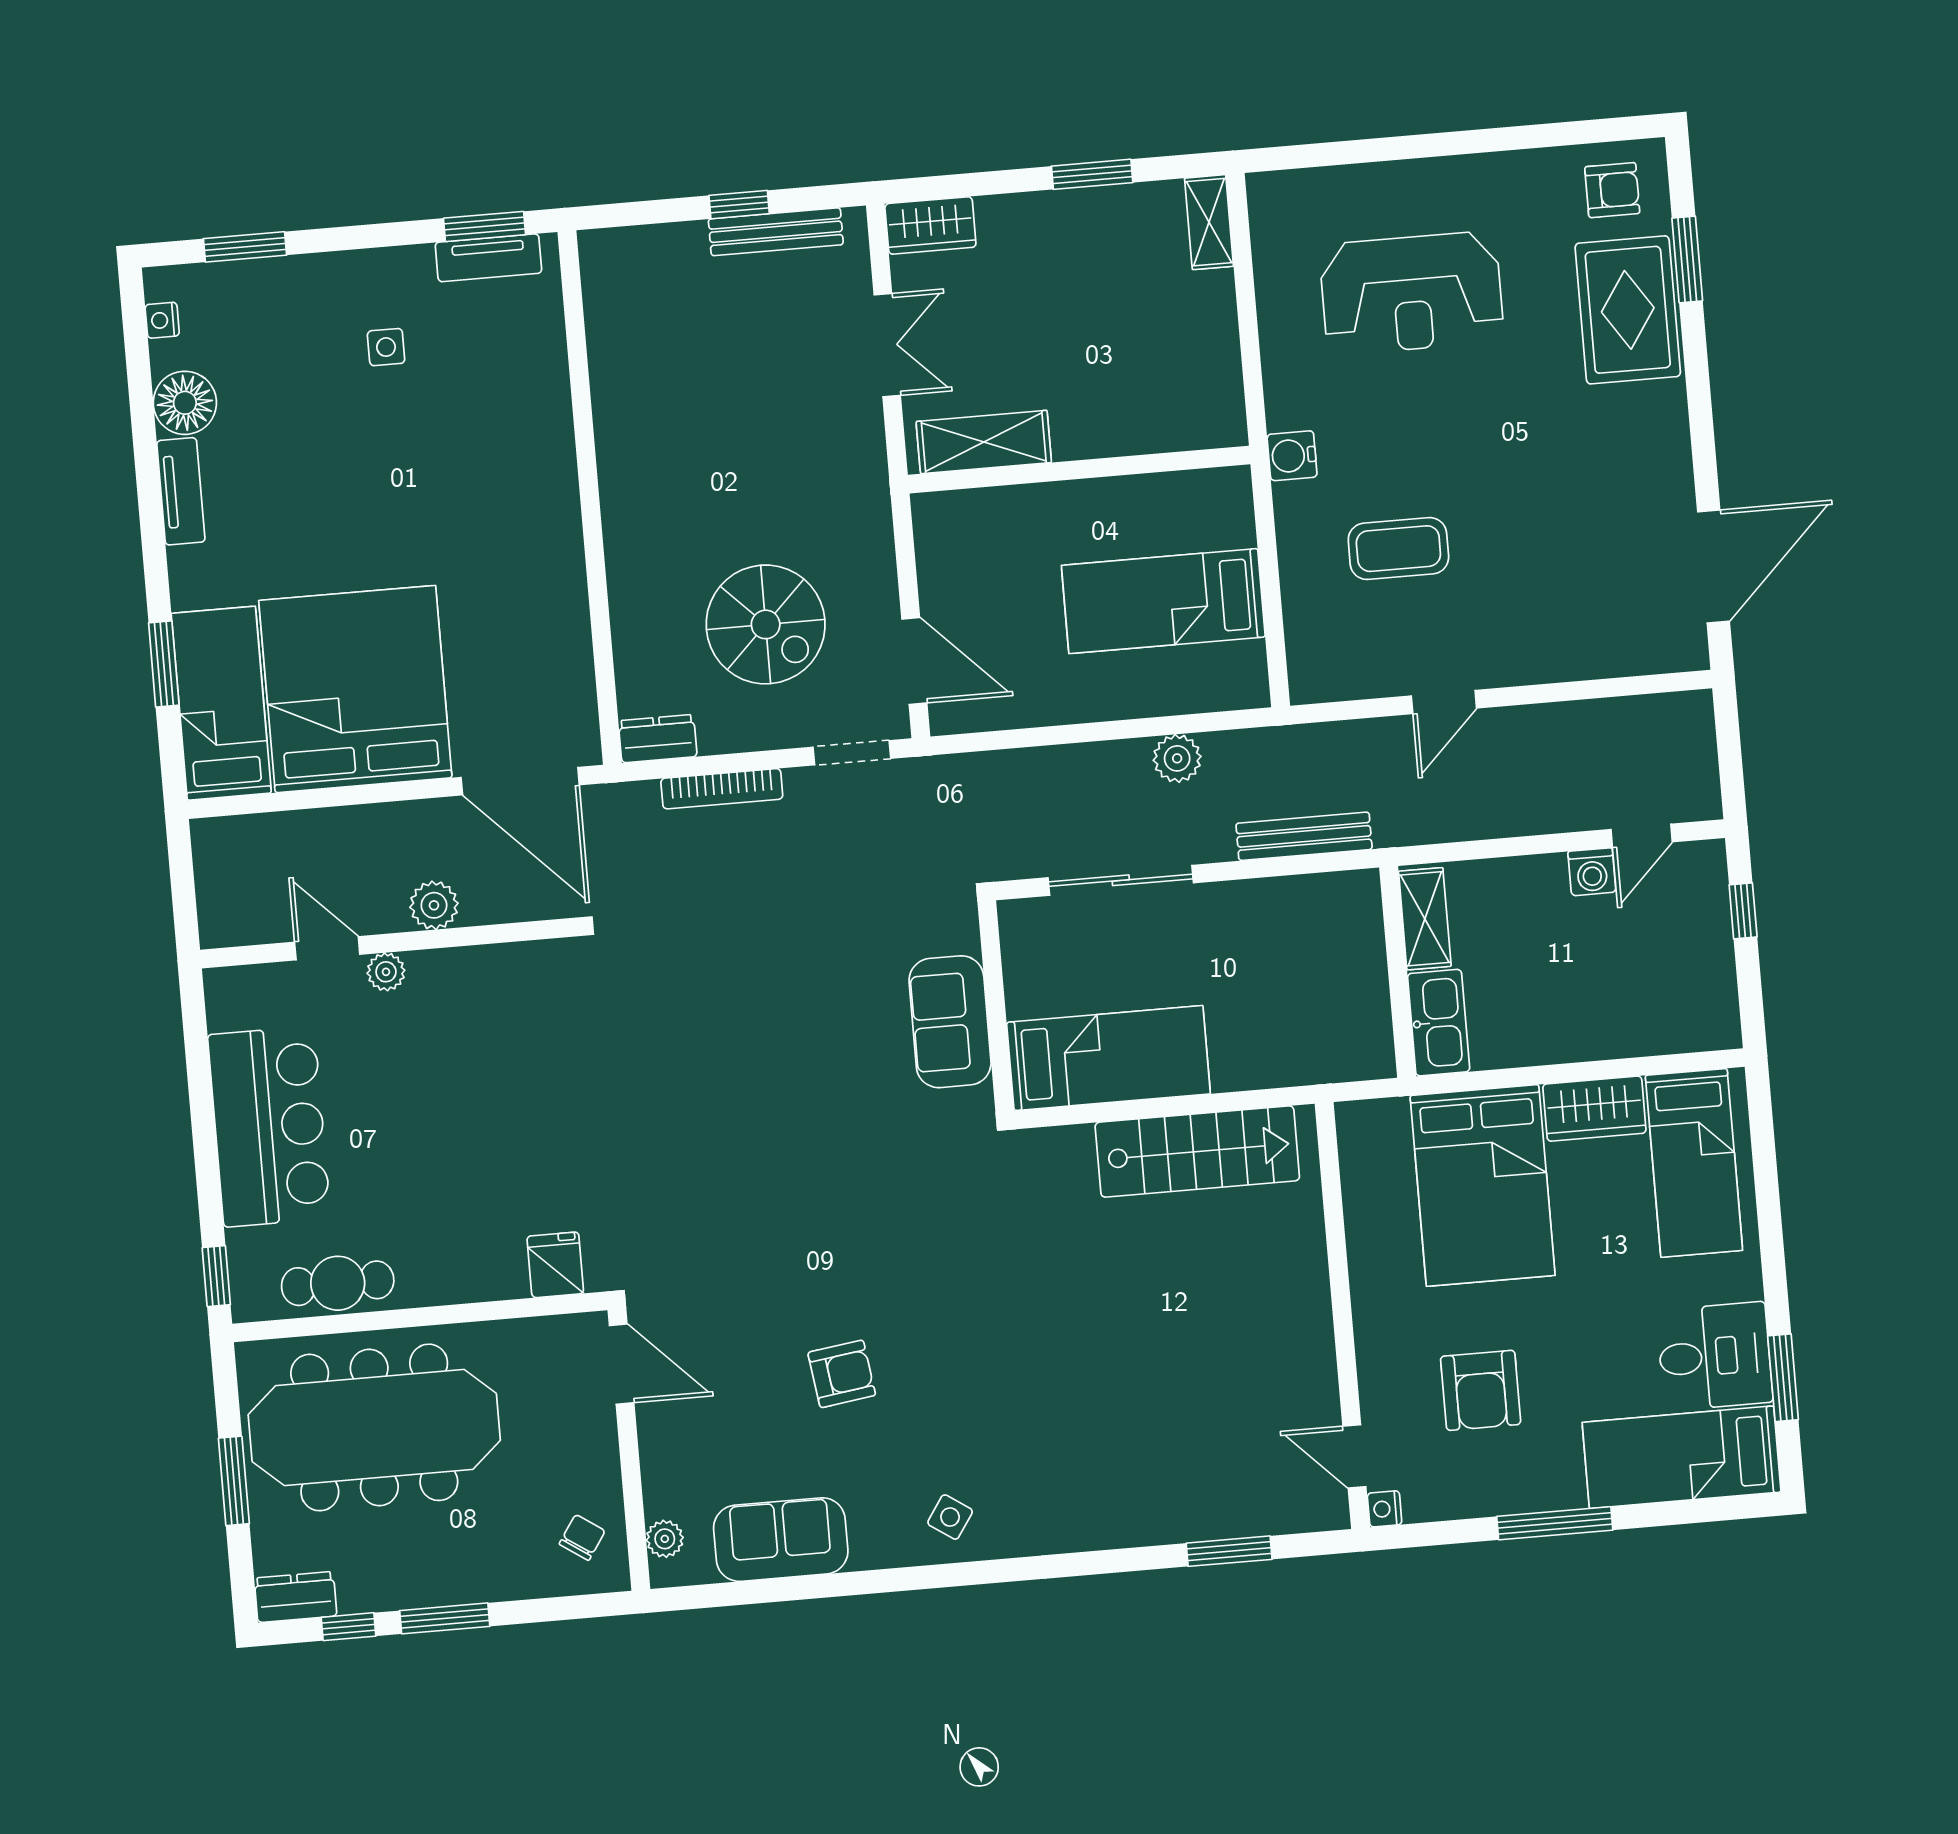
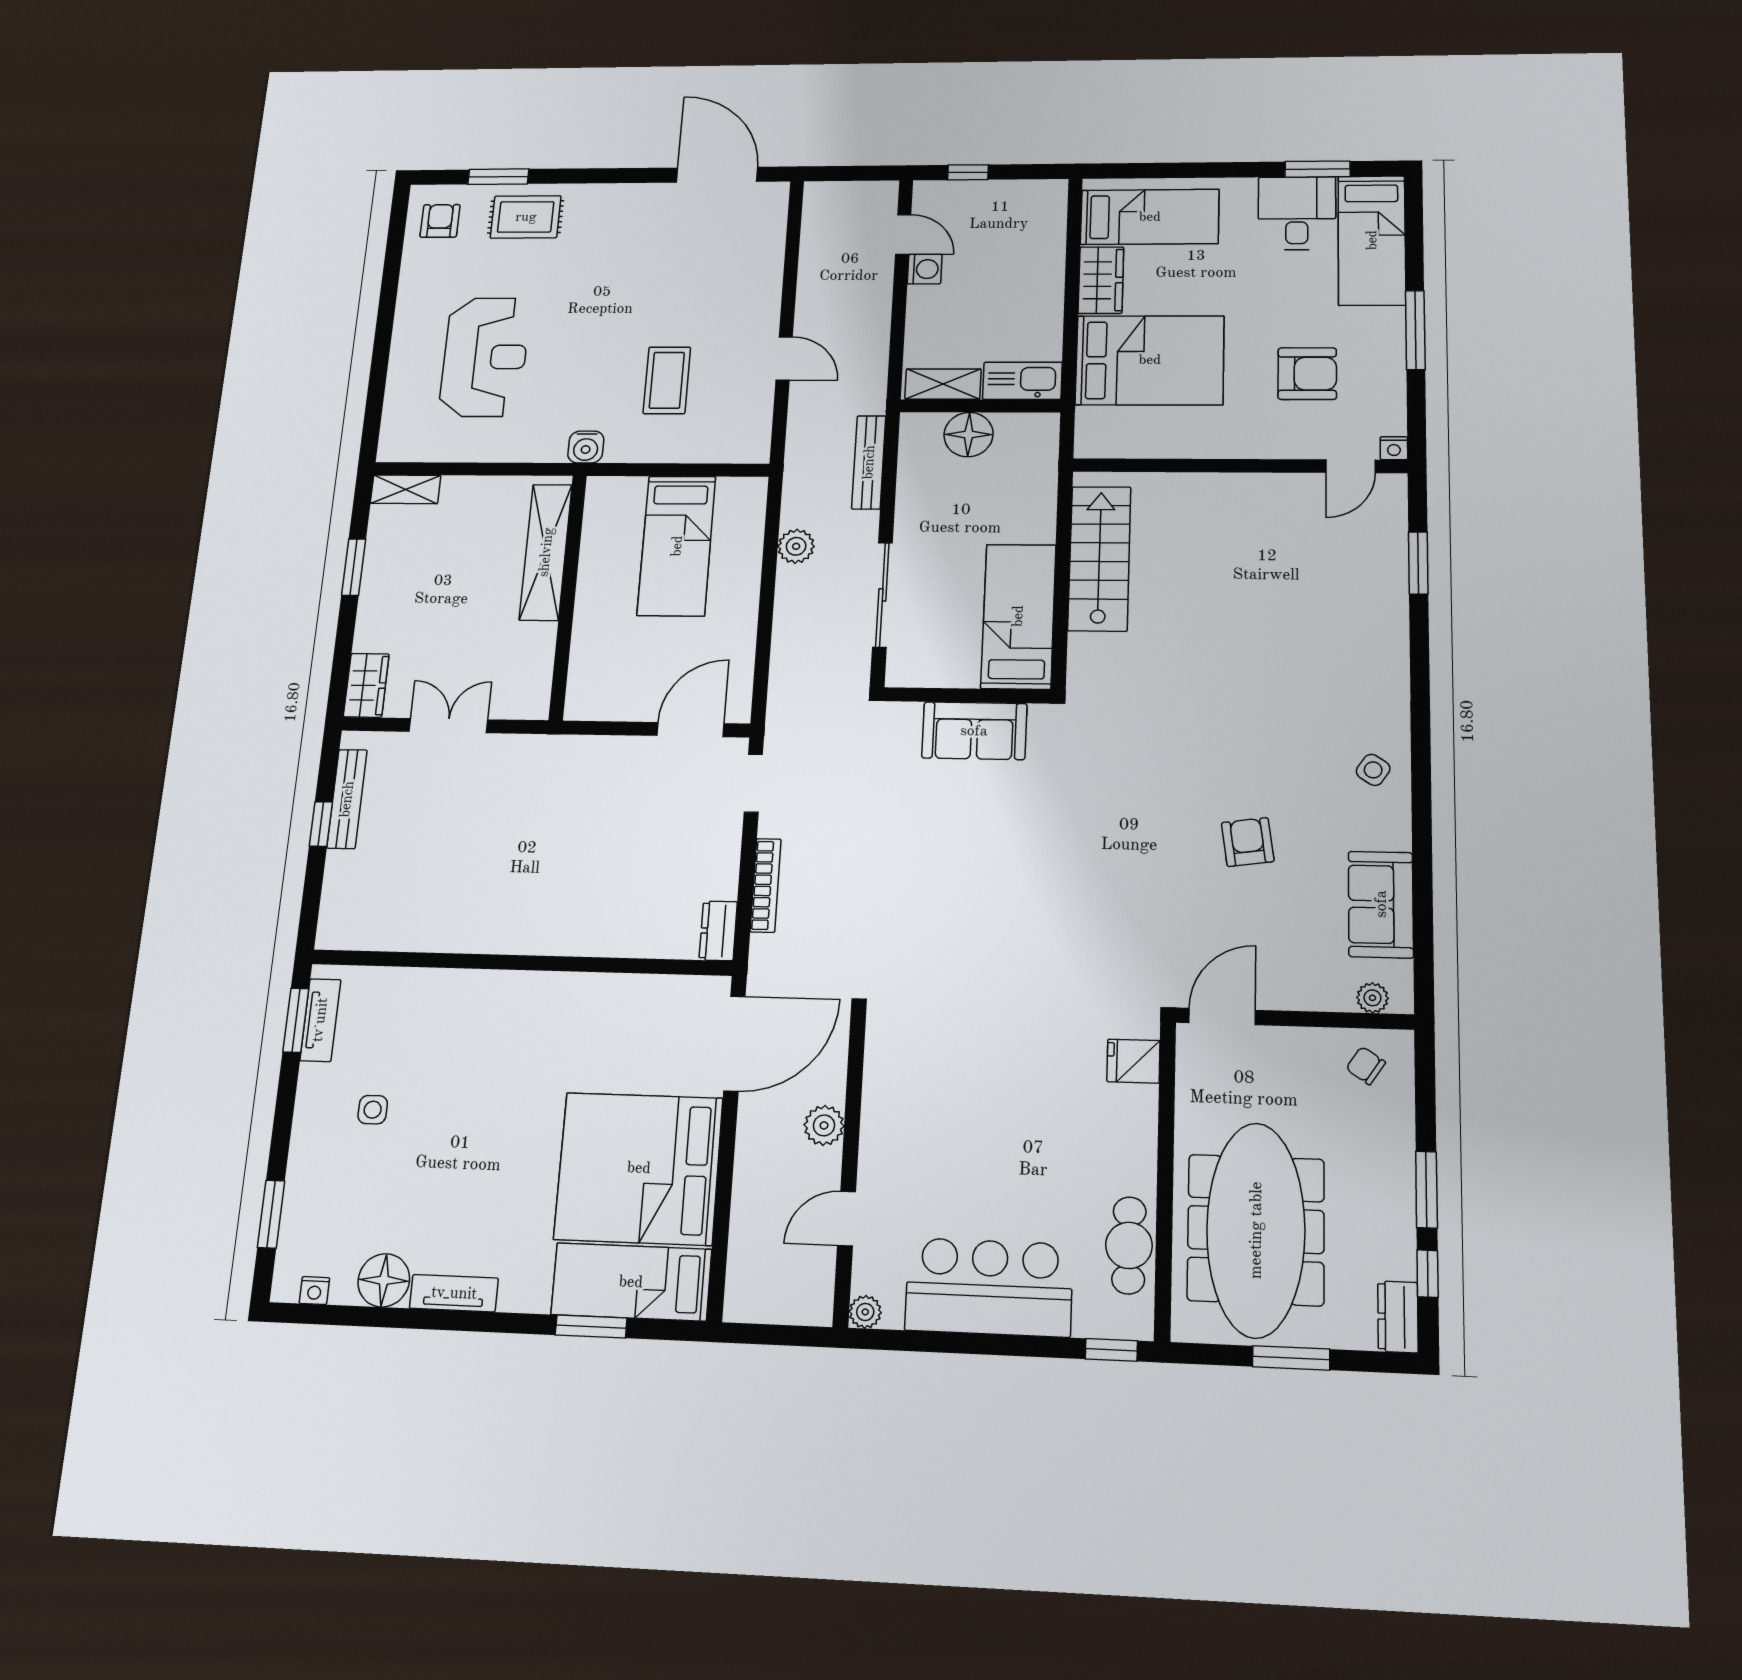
rug: (1628, 310) -> (526, 217), width x0.73, depth x0.70
shelving: (984, 442) -> (546, 552), moved, width x1.47
spiral stairs: (766, 624) -> (643, 838), removed
floor lamp: (1355, 962) -> (969, 435), added
plant: (386, 972) -> (865, 1312), moved

